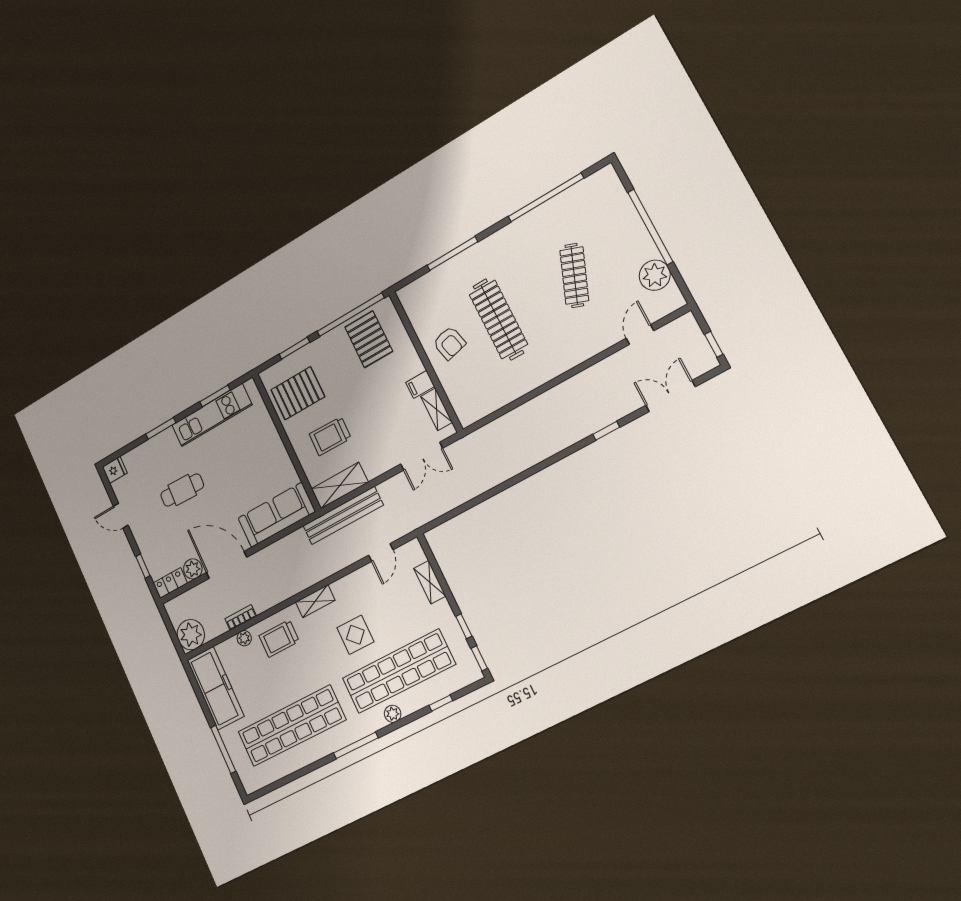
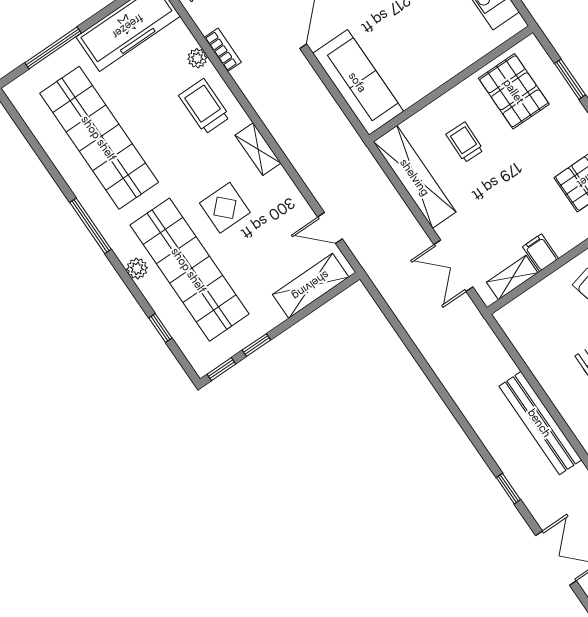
trolley: (330, 436) -> (465, 142), width x0.73, depth x0.72
shelving: (340, 485) -> (415, 177), width x1.47
bench: (343, 515) -> (540, 423), moved
shelving: (430, 582) -> (311, 286), width x1.50, depth x1.33

